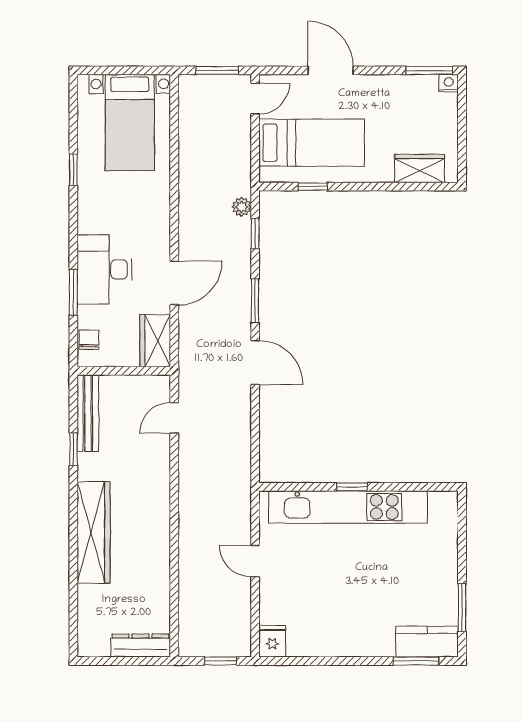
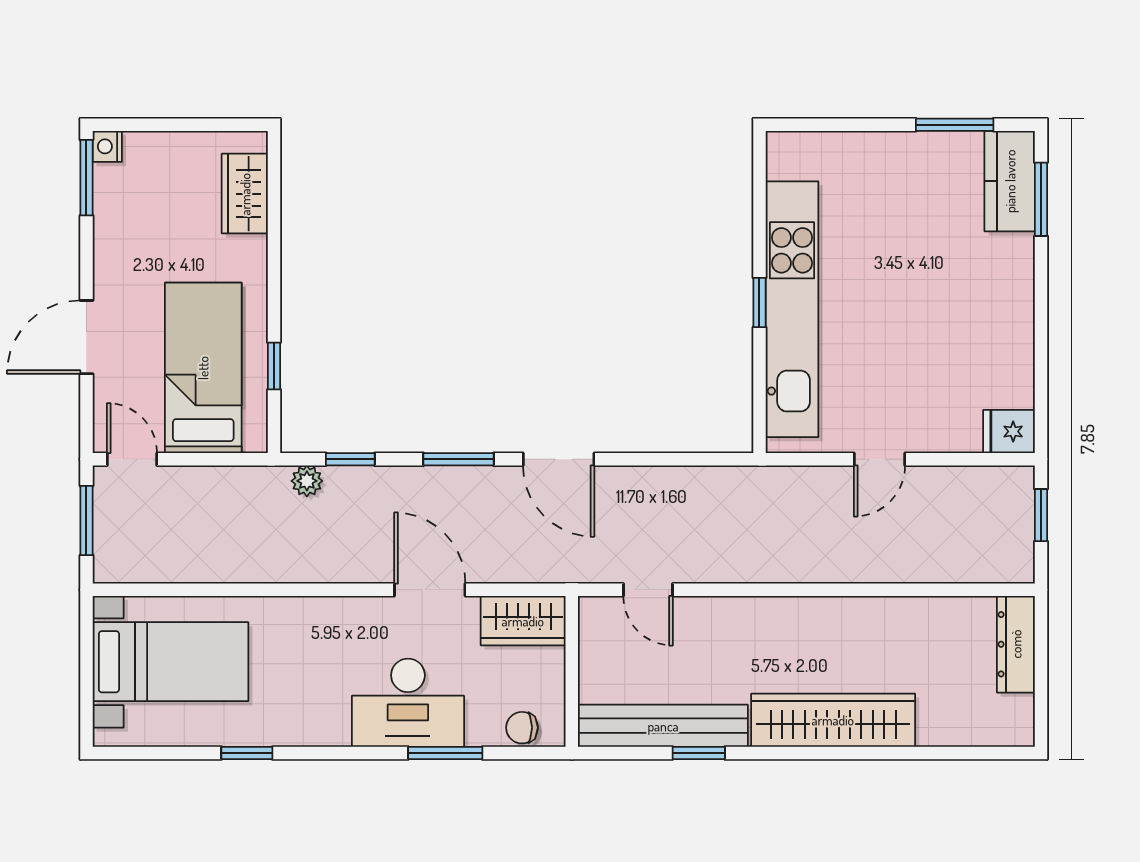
door: (255, 363) -> (559, 459), swing flipped
bench: (88, 413) -> (663, 726), width x1.37, depth x1.21

